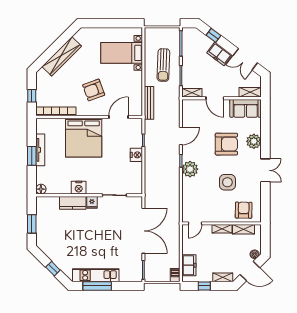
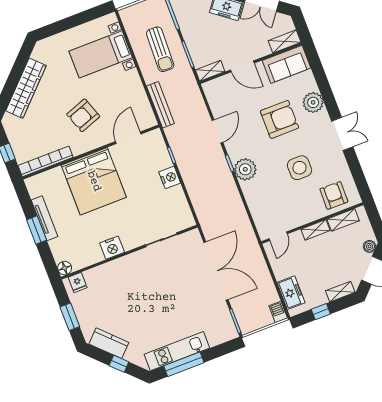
fridge: (92, 202) -> (78, 282), moved
kitchen counter: (73, 203) -> (109, 343), moved, turned -135

